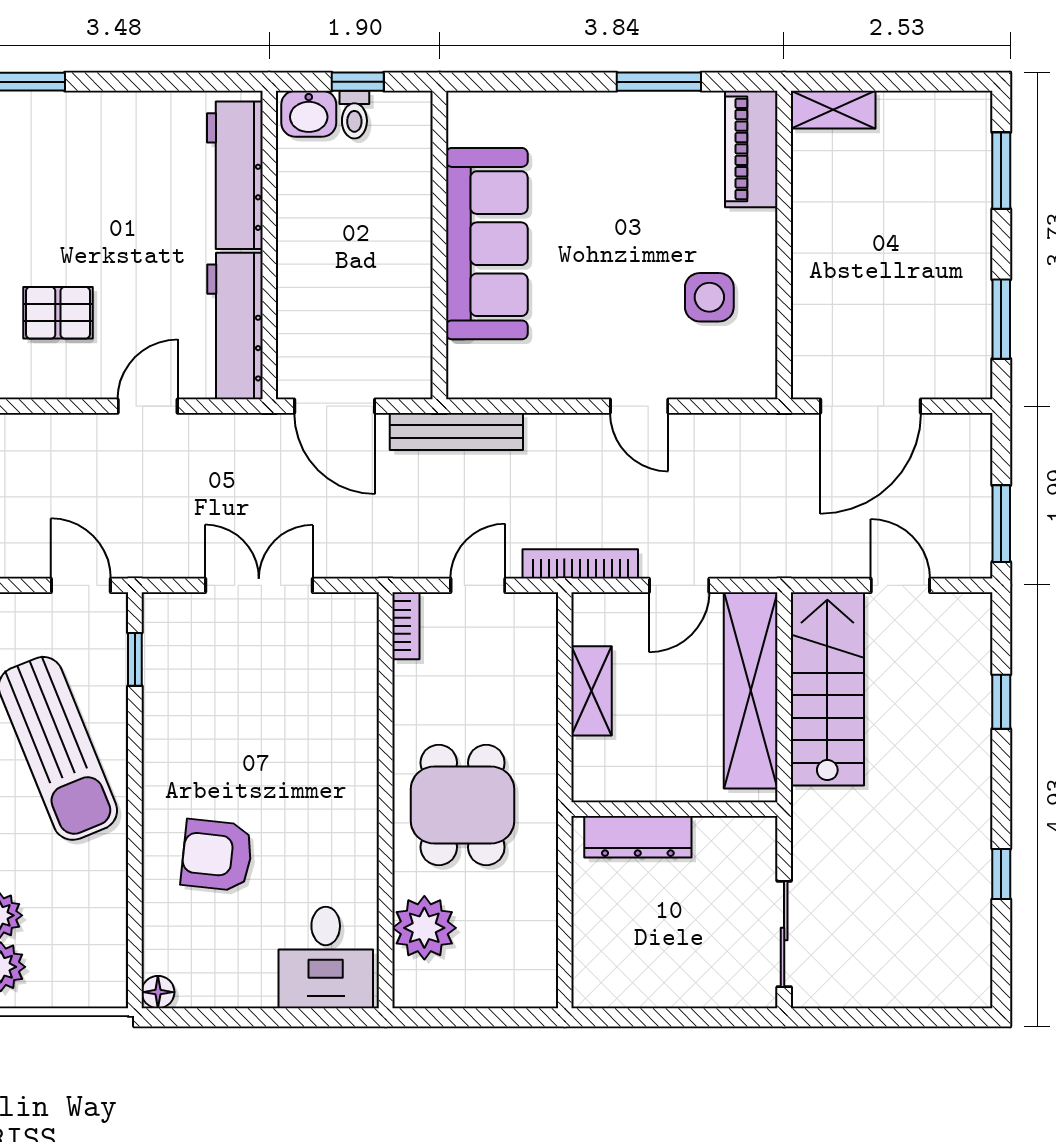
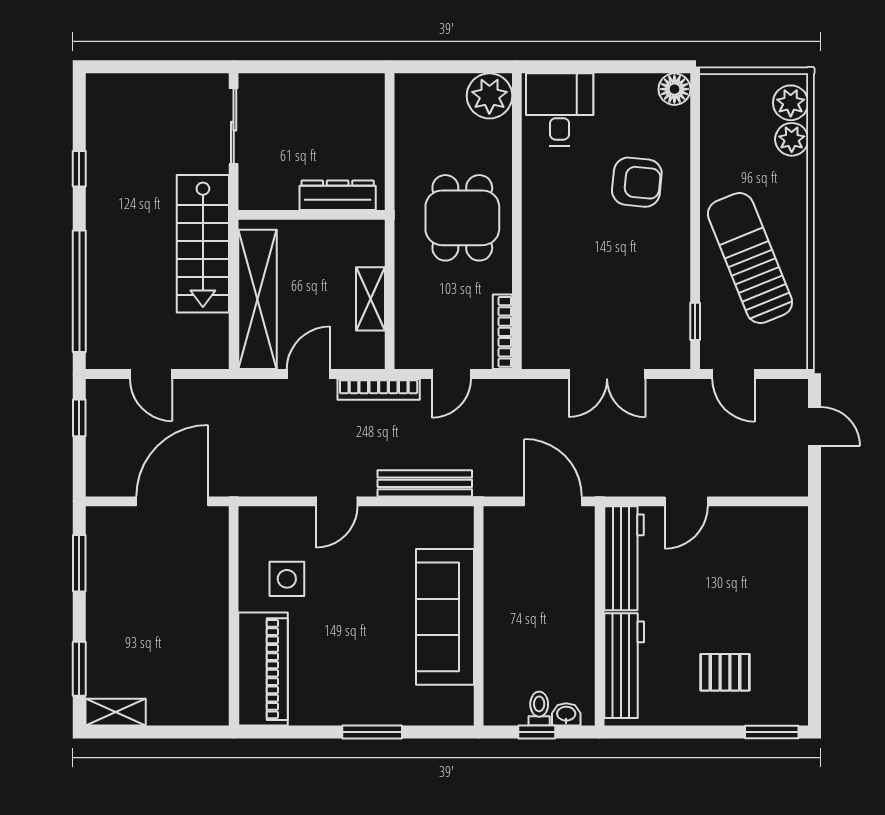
window: (659, 82) -> (372, 732), moved
shelving: (833, 110) -> (116, 712), moved
washbasin: (309, 114) -> (566, 714), width x0.72, depth x0.69
piano: (751, 149) -> (263, 669), width x1.37, depth x1.33
pallet: (58, 313) -> (725, 672), moved
door: (639, 406) -> (337, 501), swing flipped
bench: (456, 432) -> (425, 483), moved
window: (1001, 524) -> (79, 418), width x0.67
bookcase: (406, 626) -> (503, 332), width x1.56
stairs: (827, 689) -> (203, 244), moved
window: (1001, 702) -> (79, 291), width x3.17
plant: (424, 928) -> (489, 96), moved
floor lamp: (158, 992) -> (674, 89), width x1.37, depth x1.37

